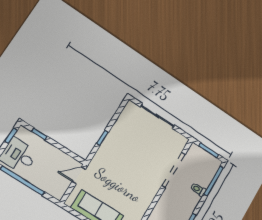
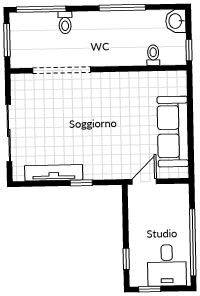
tv unit: (119, 126) -> (54, 173), added
door: (79, 175) -> (144, 182), swing flipped

